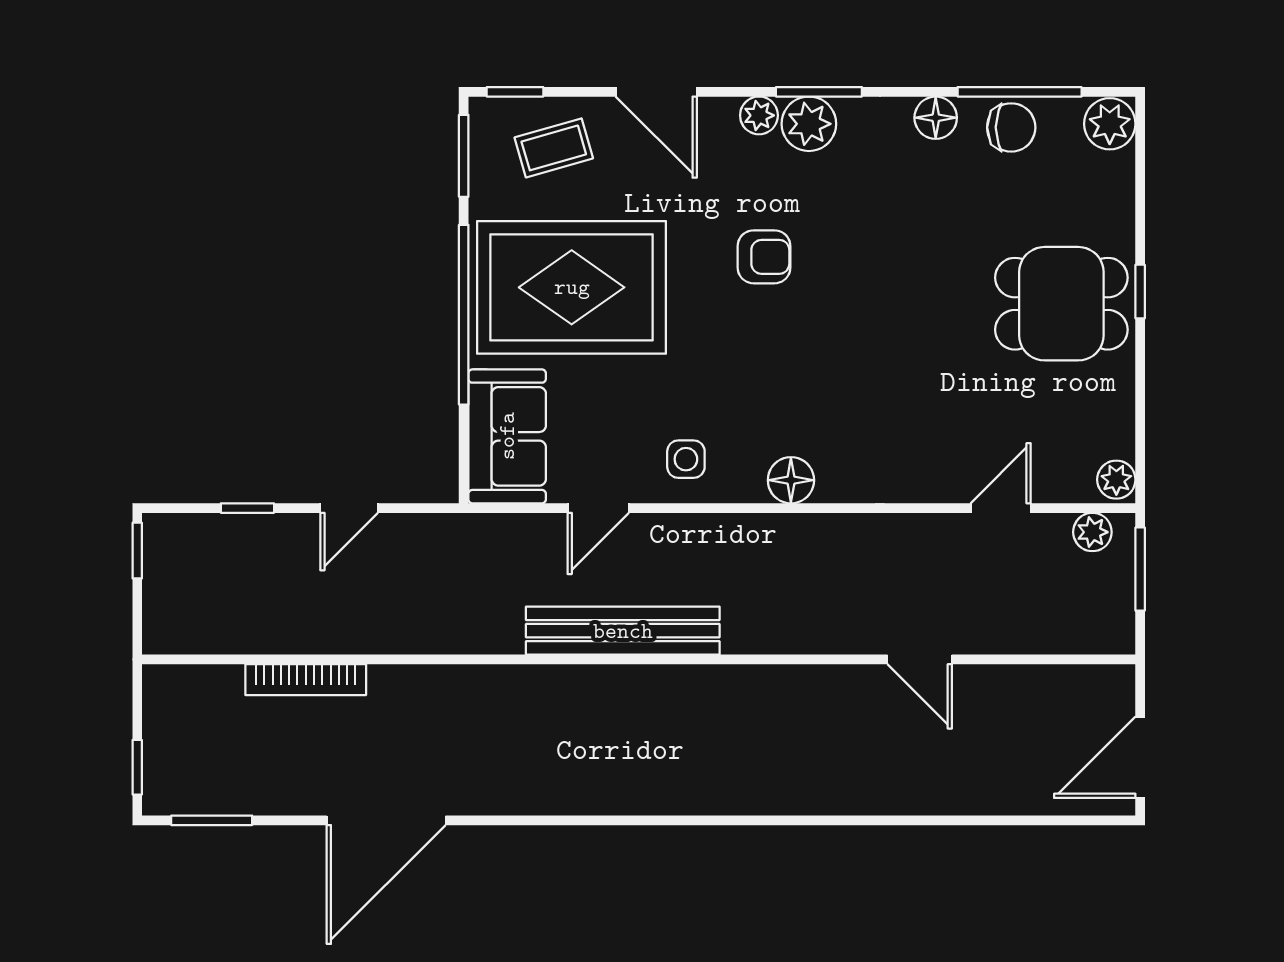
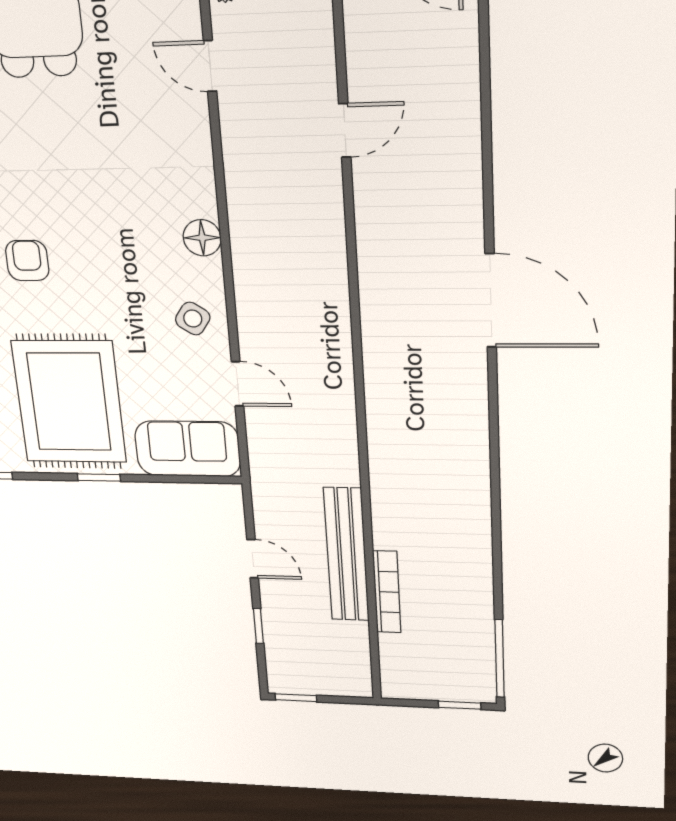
window: (464, 315) -> (99, 477), width x0.32
side table: (686, 459) -> (193, 319), turned 34
bench: (623, 631) -> (346, 555), moved
window: (212, 820) -> (500, 659), width x1.44
door: (386, 820) -> (491, 301), moved

